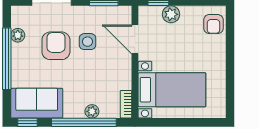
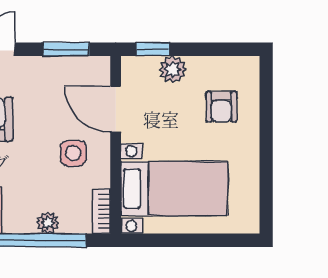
armchair: (213, 24) -> (221, 107), moved
side table: (88, 42) -> (73, 153), moved

